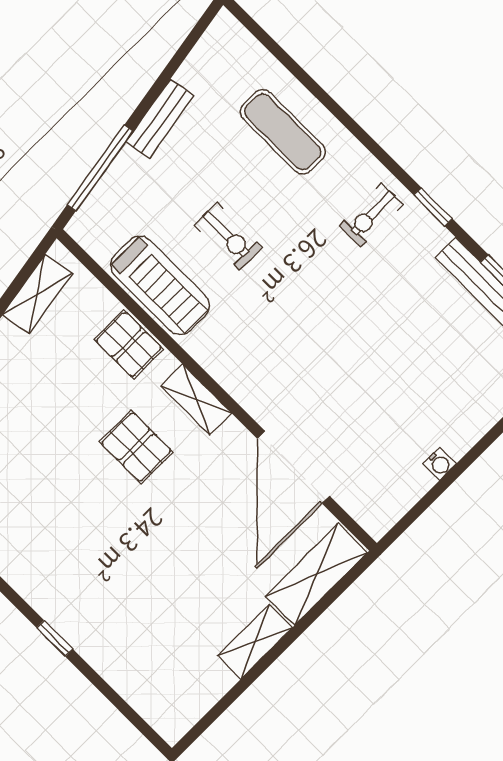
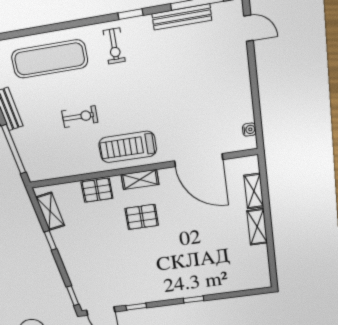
exercise mat: (283, 132) -> (50, 59), width x1.36, depth x1.45
treadmill: (160, 285) -> (128, 147), moved, turned 180
water cooler: (440, 464) -> (249, 130), moved
shelving: (316, 574) -> (254, 191), width x0.67, depth x0.75

